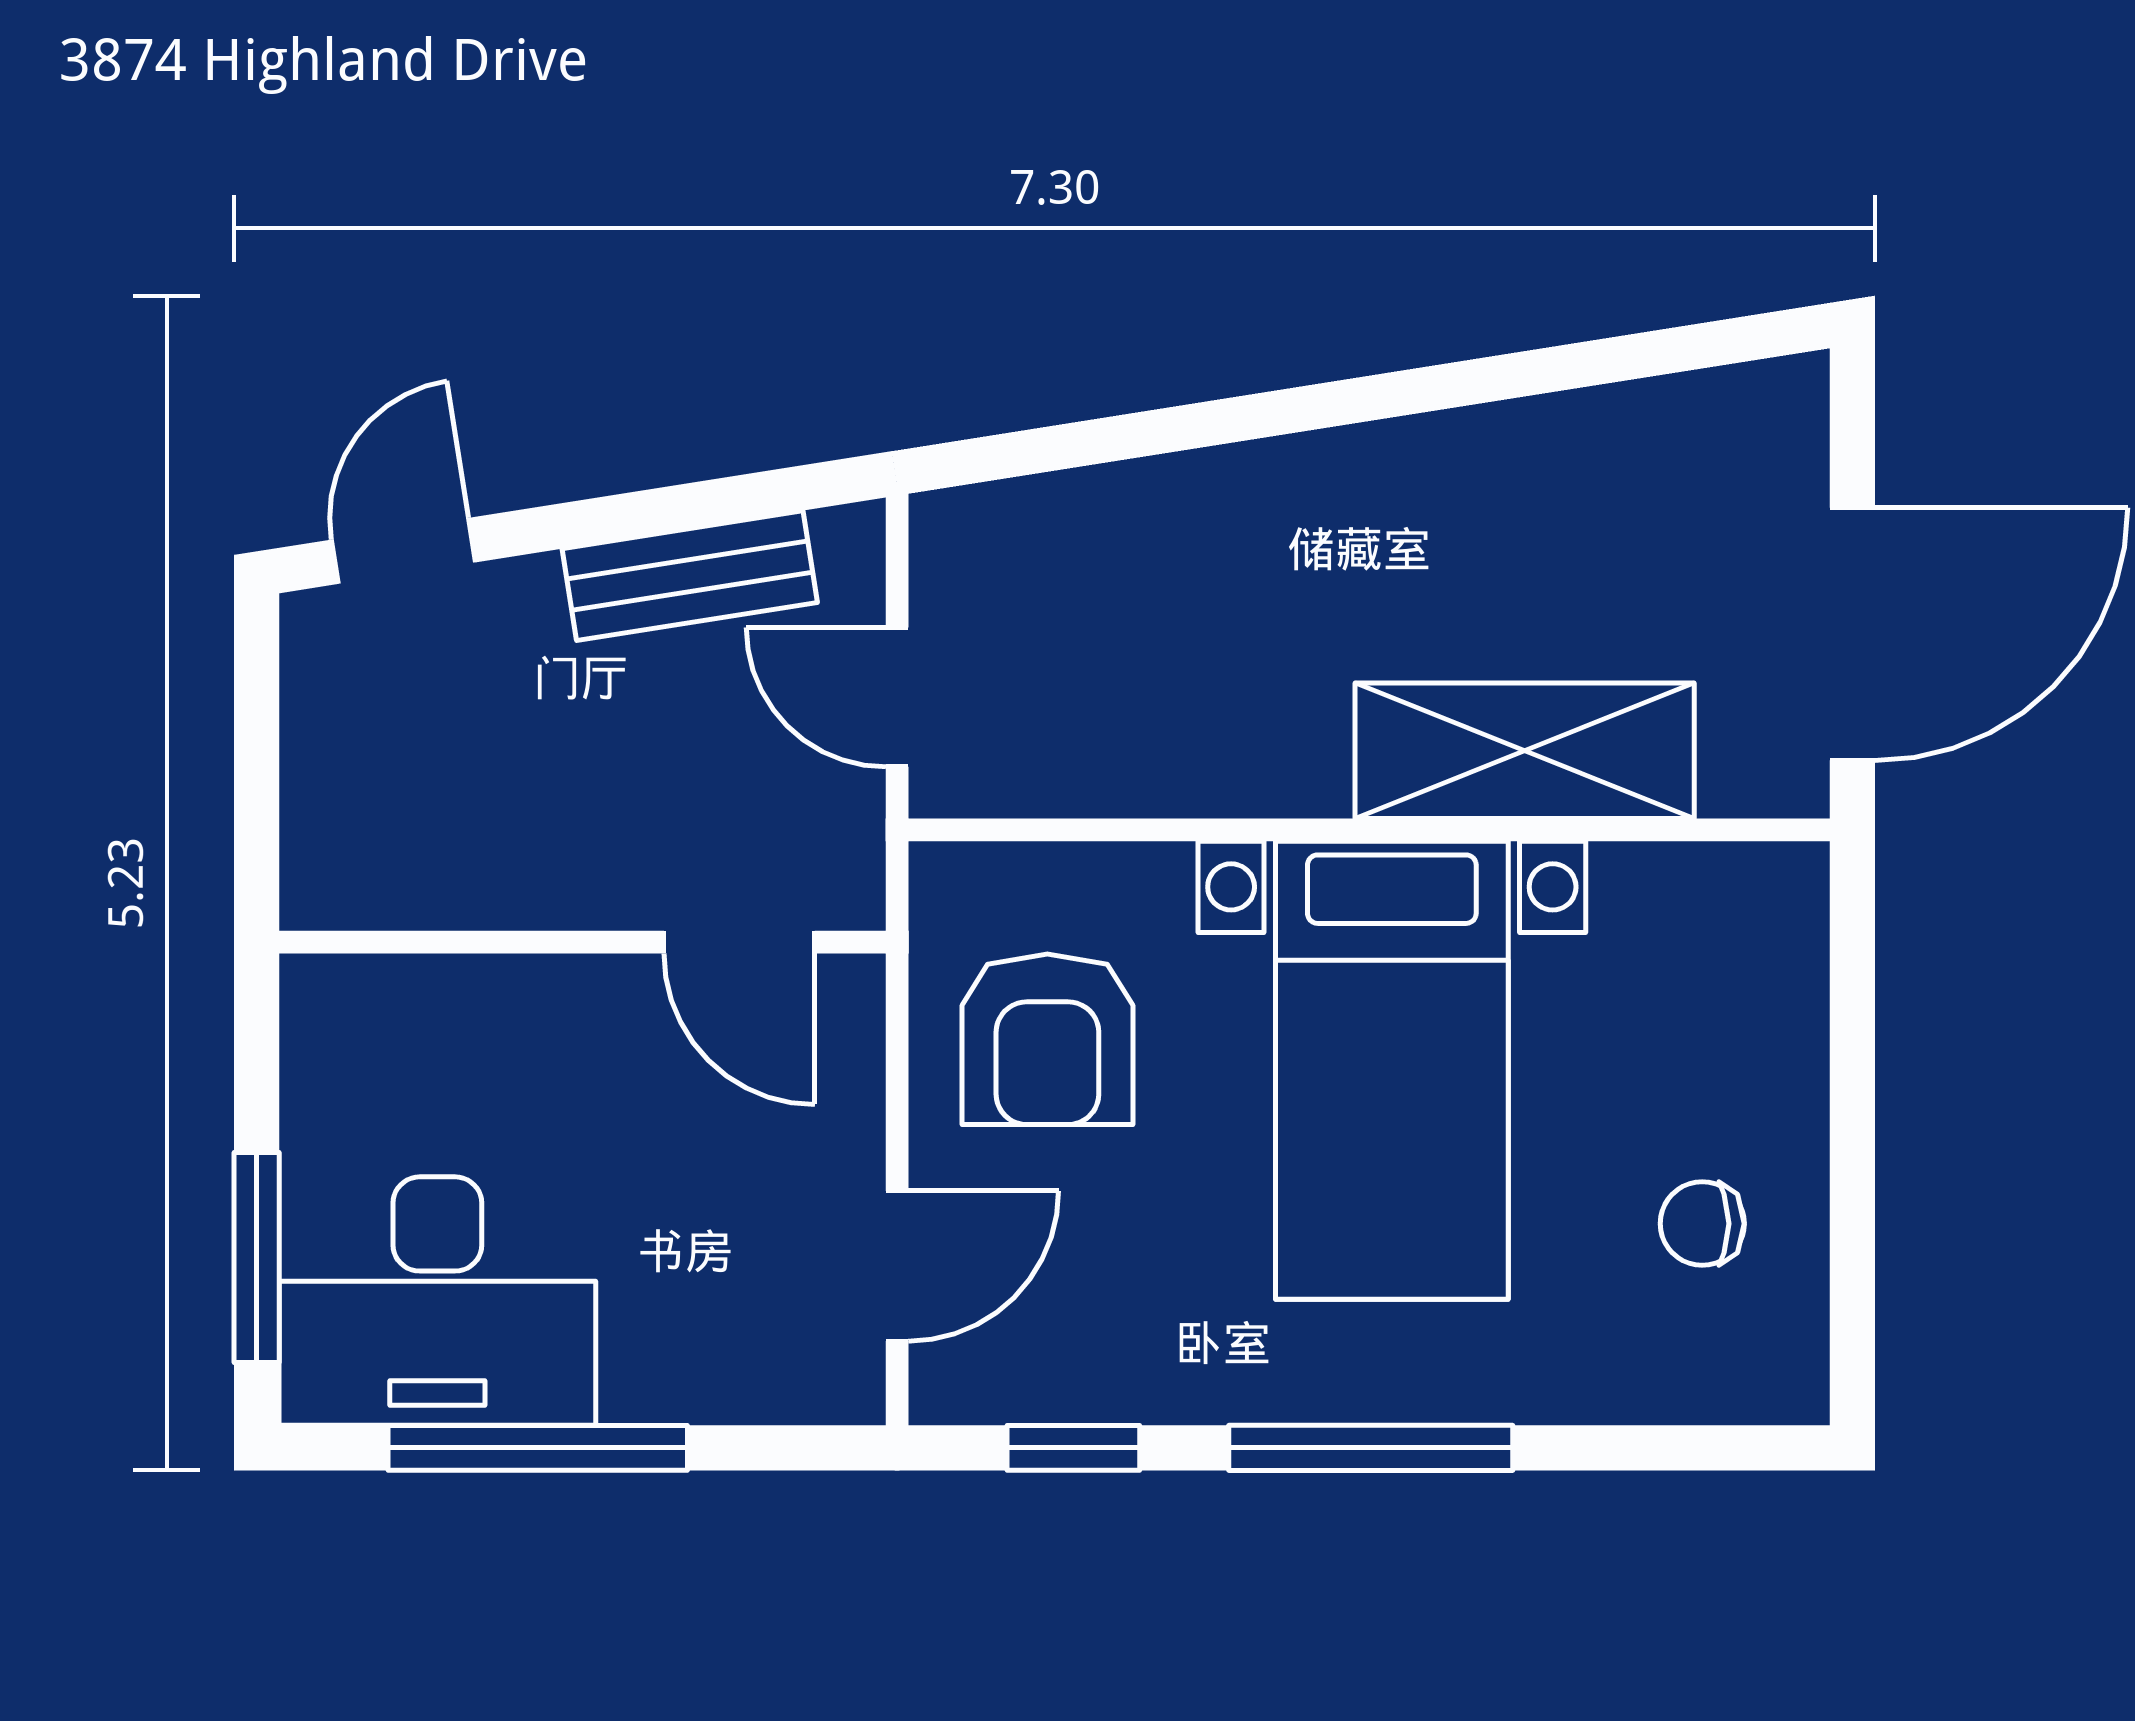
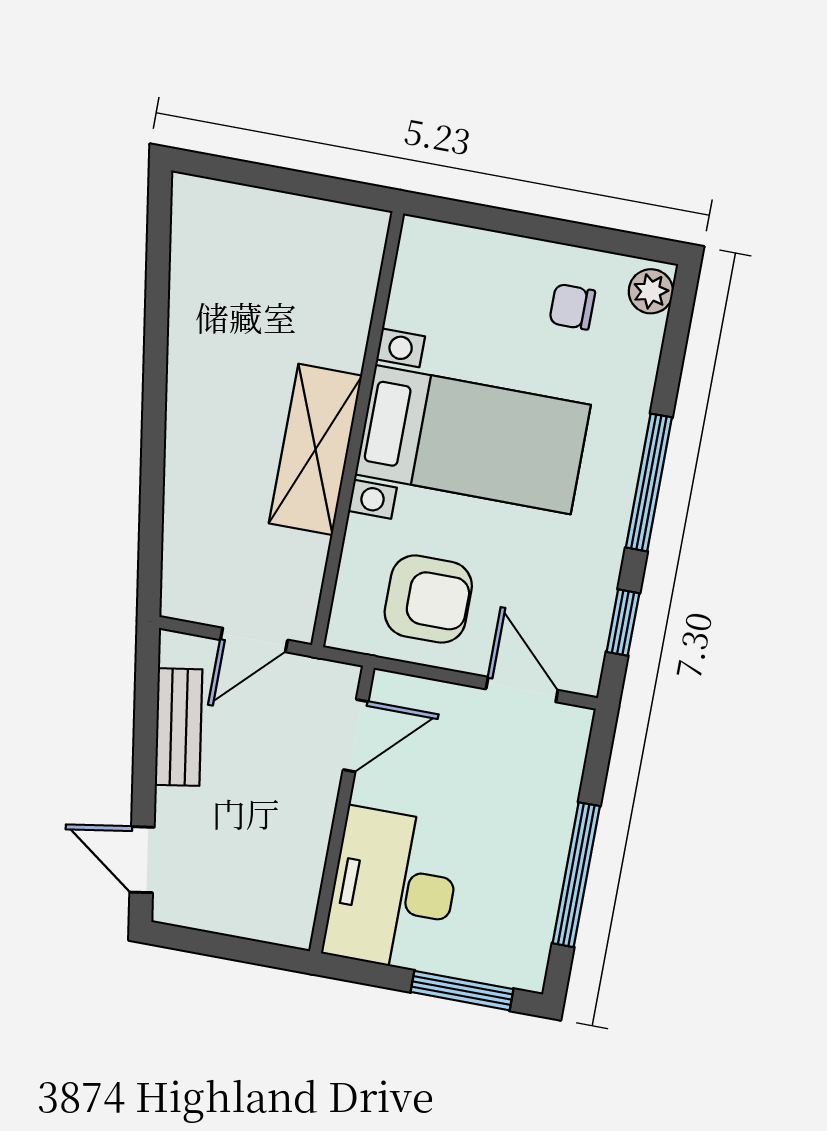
door: (1852, 634) -> (308, 185), removed
shelving: (1525, 751) -> (315, 449), moved
chair: (1702, 1224) -> (572, 307), turned 90
desk: (437, 1301) -> (393, 890), moved, turned 180
plant: (1764, 1379) -> (651, 291), added

